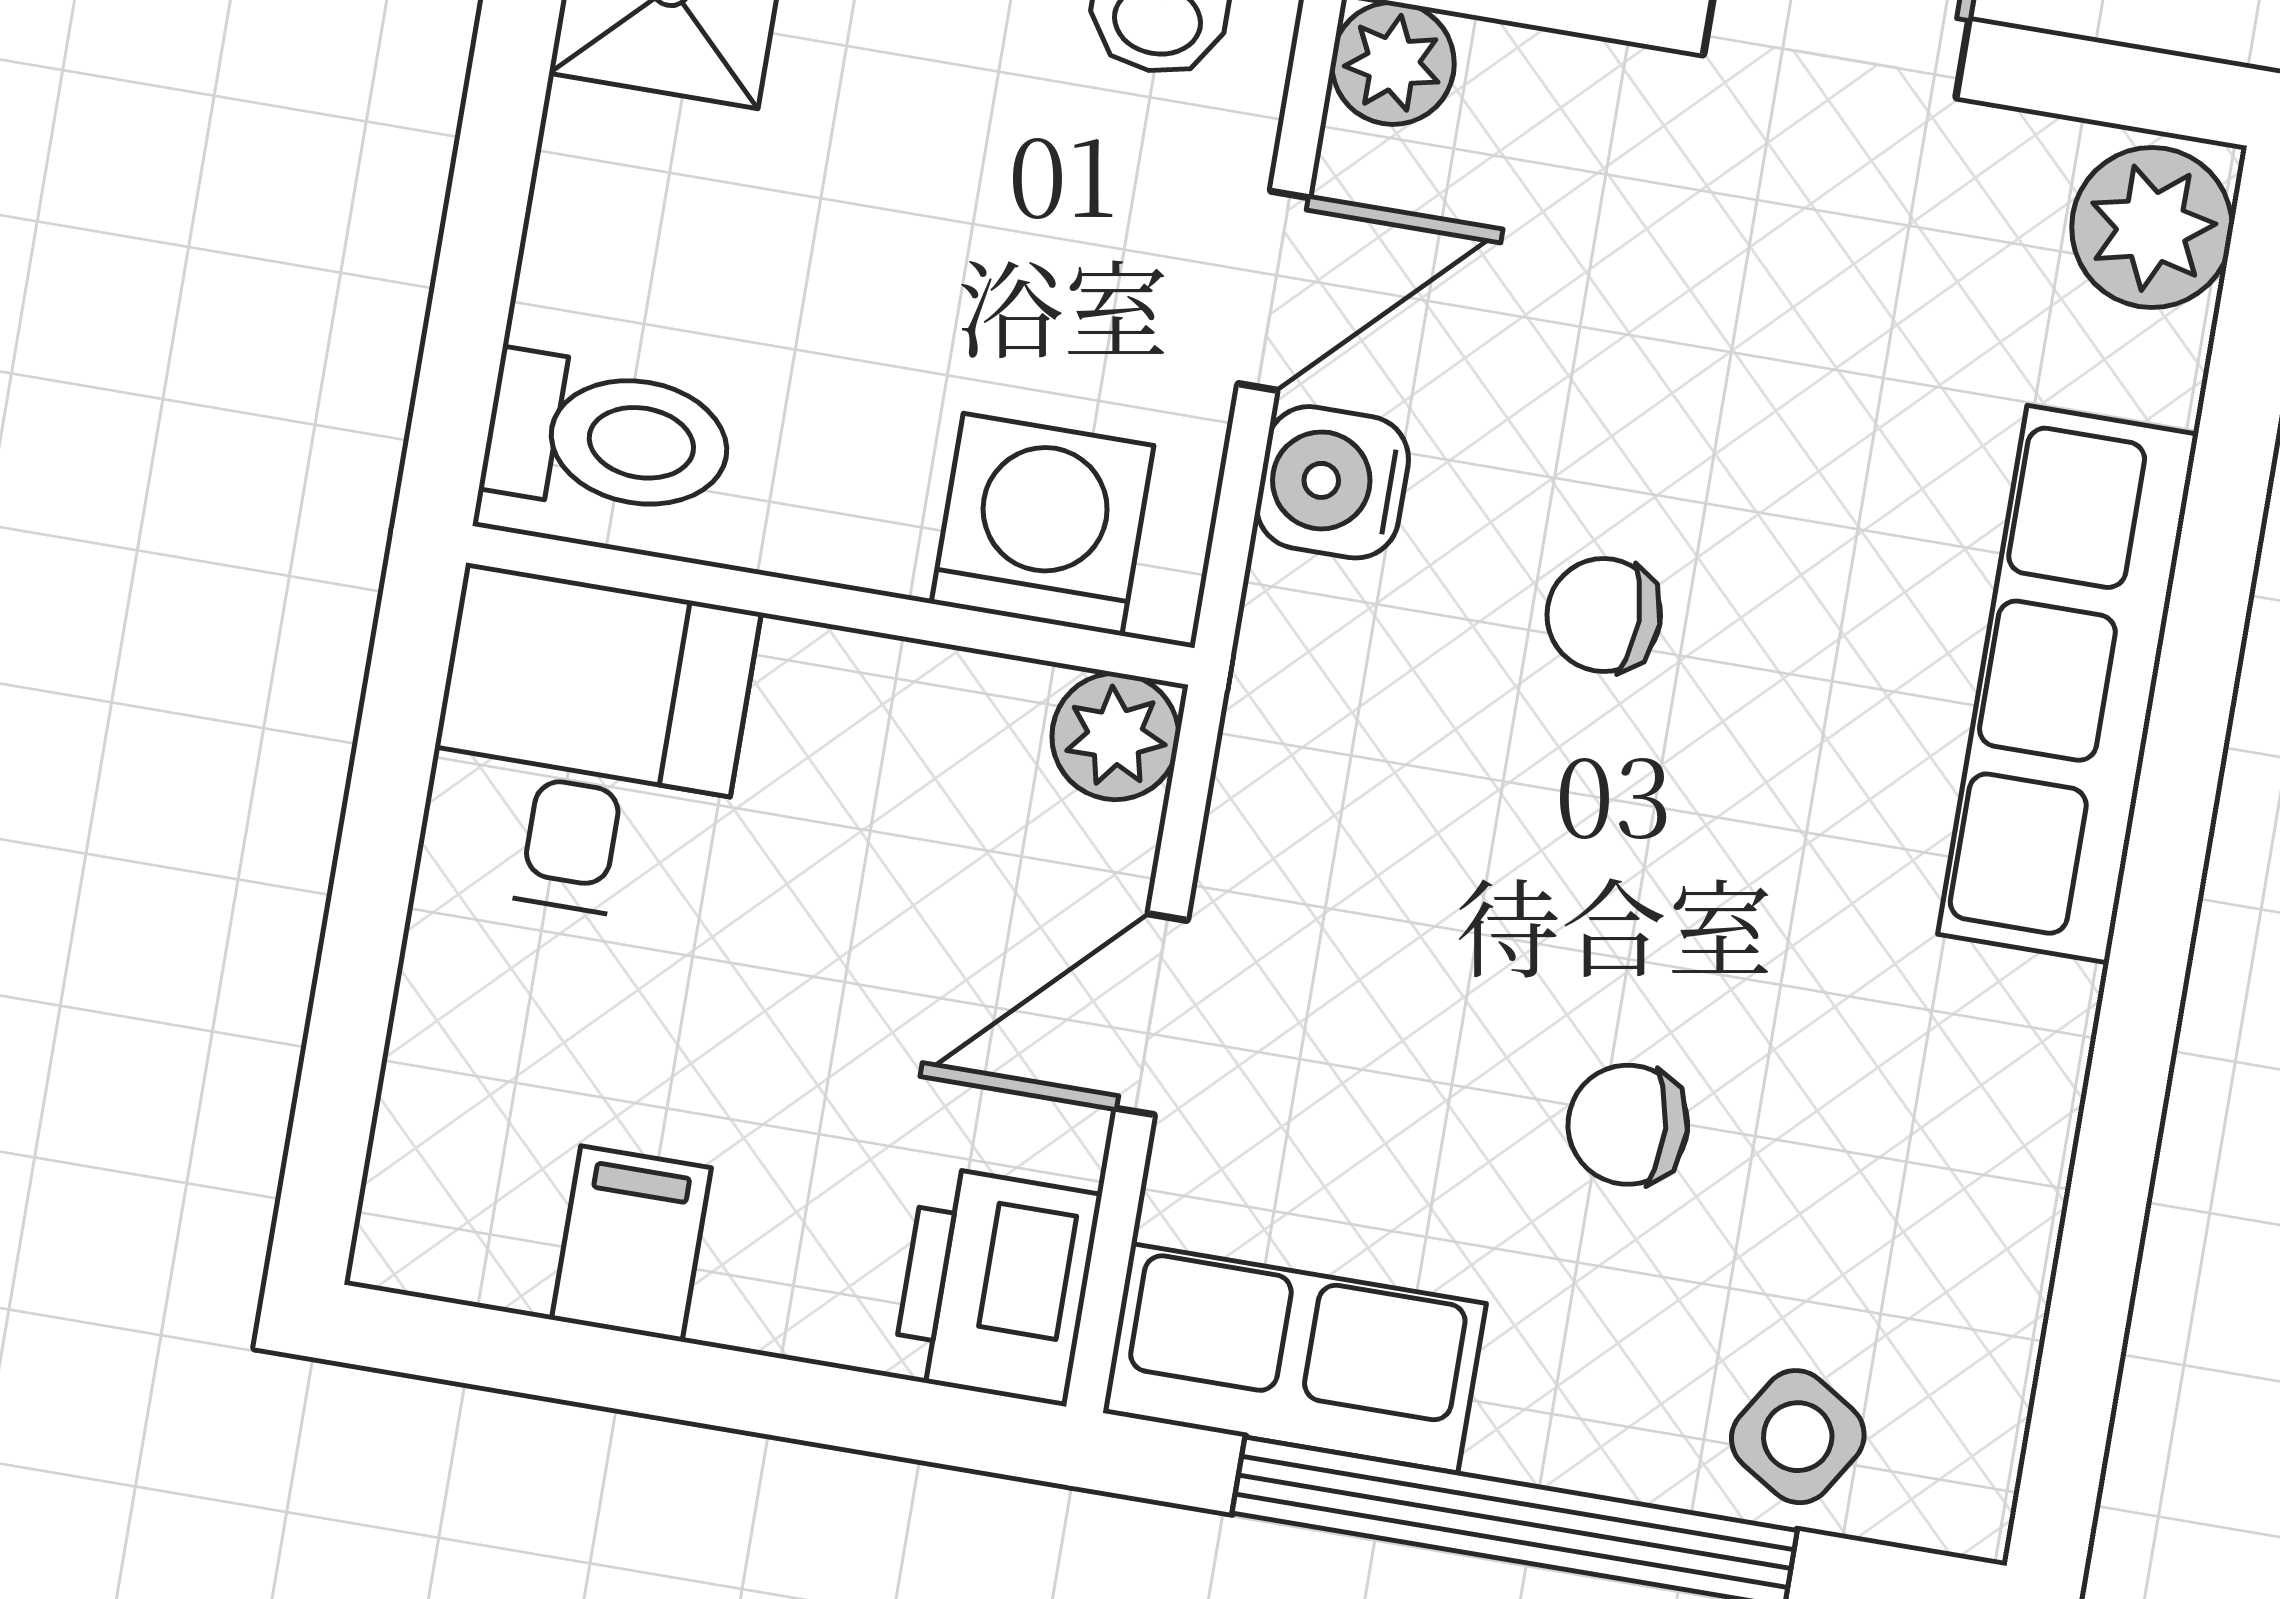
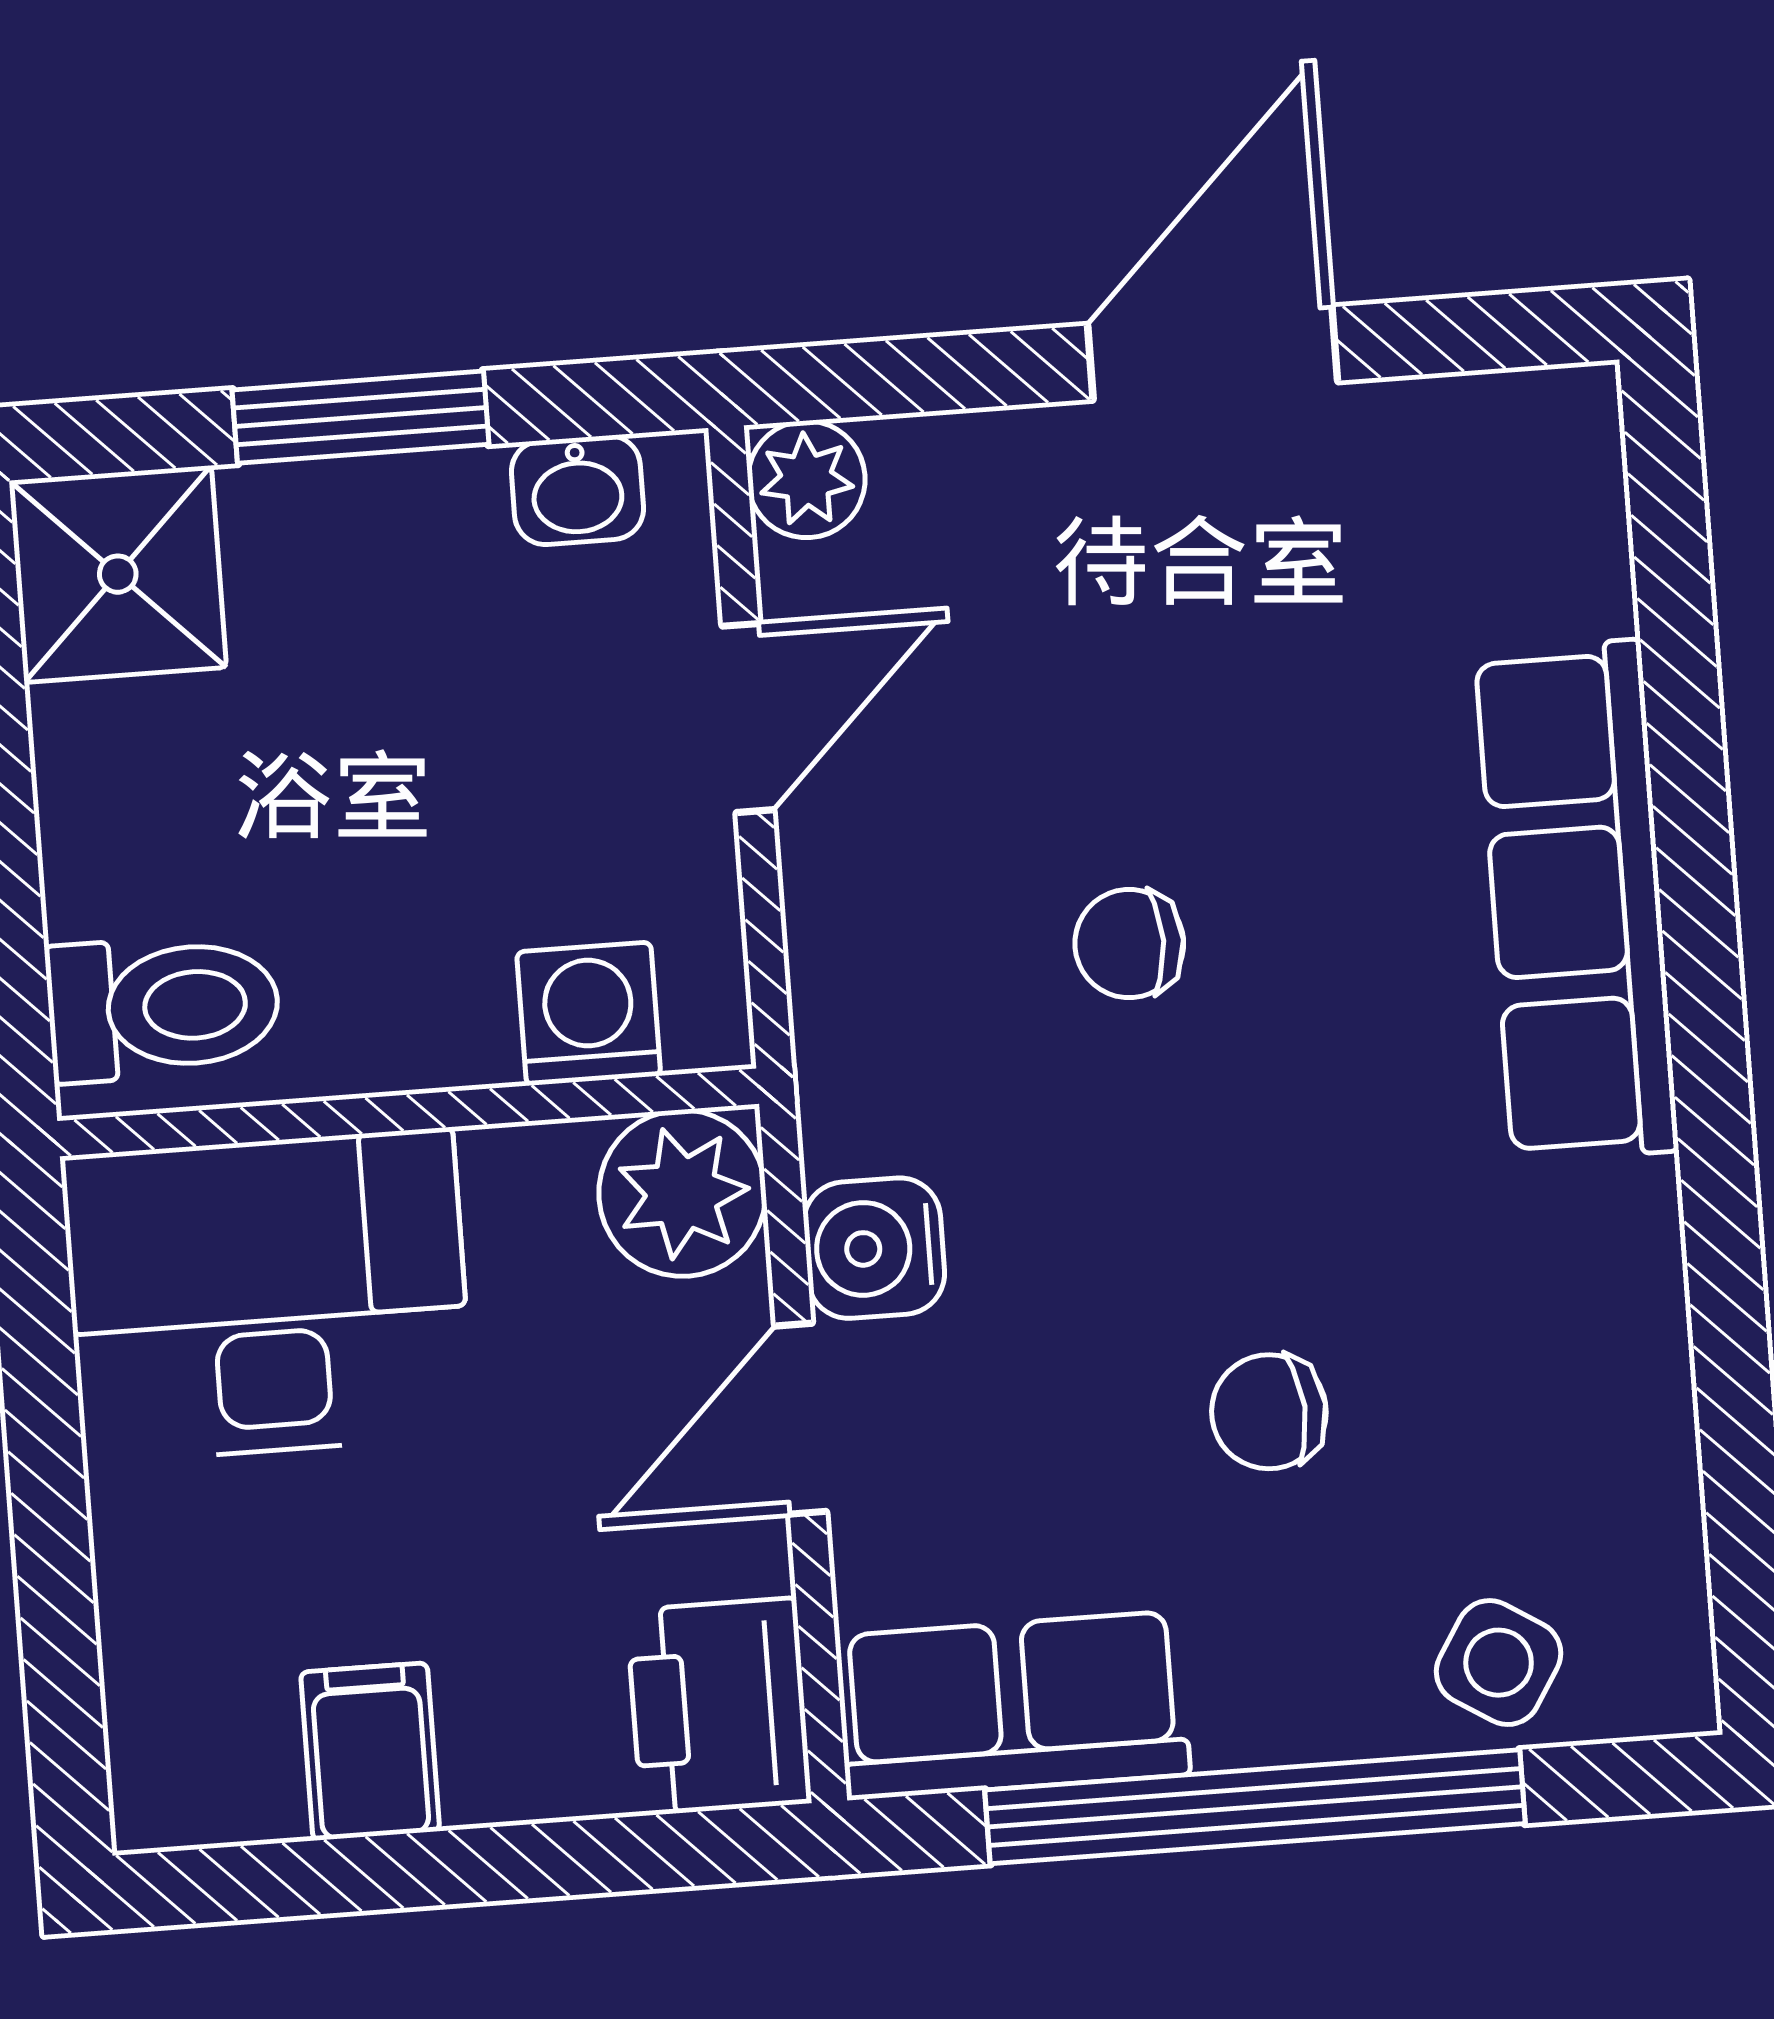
plant: (2152, 227) -> (1550, 457), removed
water cooler: (1333, 482) -> (874, 1248), moved
washing machine: (1042, 524) -> (589, 1014), width x0.73, depth x0.73
plant: (1115, 736) -> (682, 1193), width x1.38, depth x1.38
desk: (587, 747) -> (268, 1296), width x1.37

